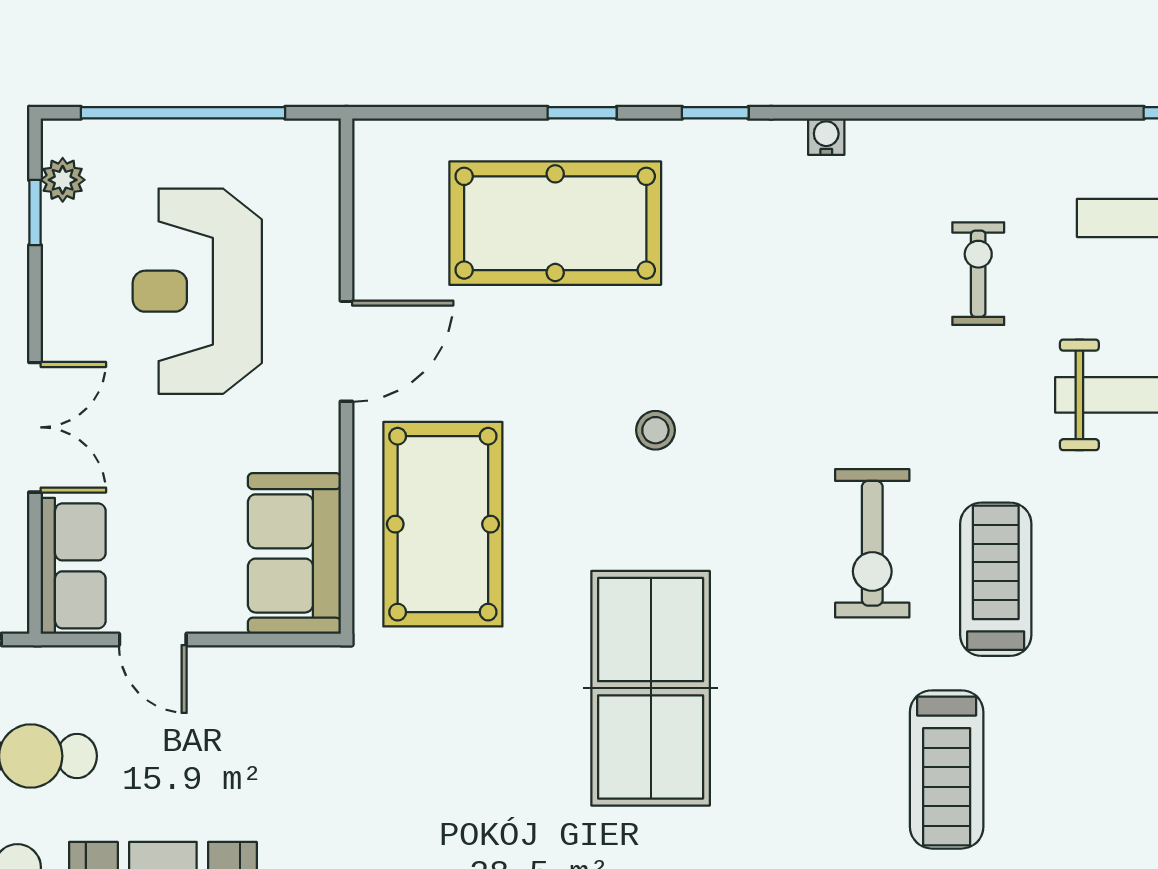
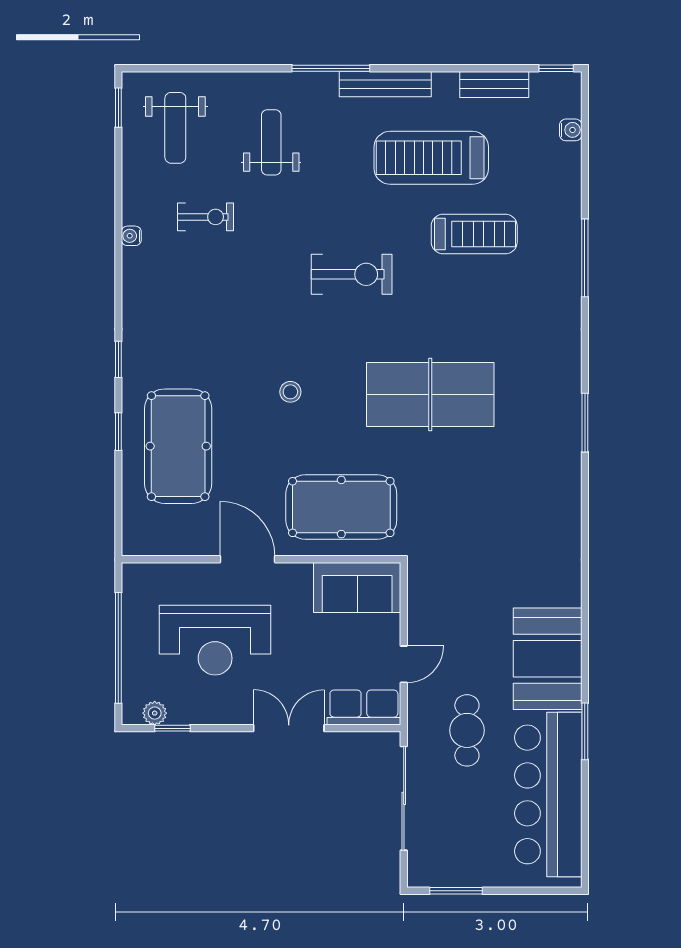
water cooler: (826, 137) -> (131, 236), moved
exercise bike: (978, 274) -> (206, 217), turned 180
treadmill: (996, 579) -> (431, 158), moved, width x1.37, depth x1.38

